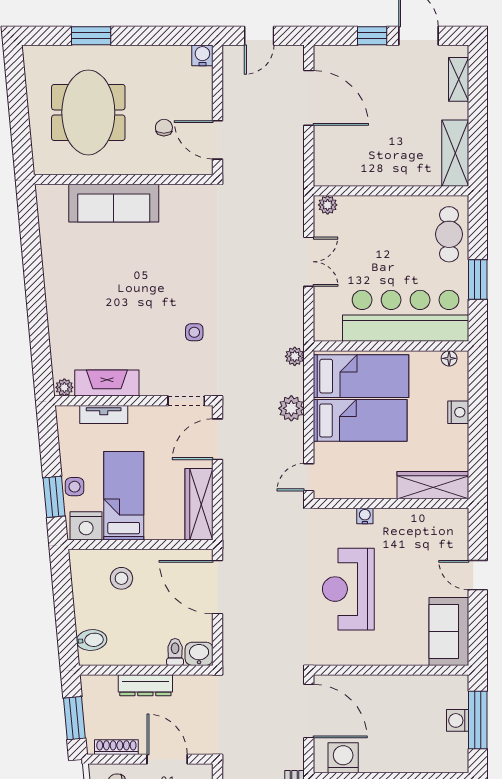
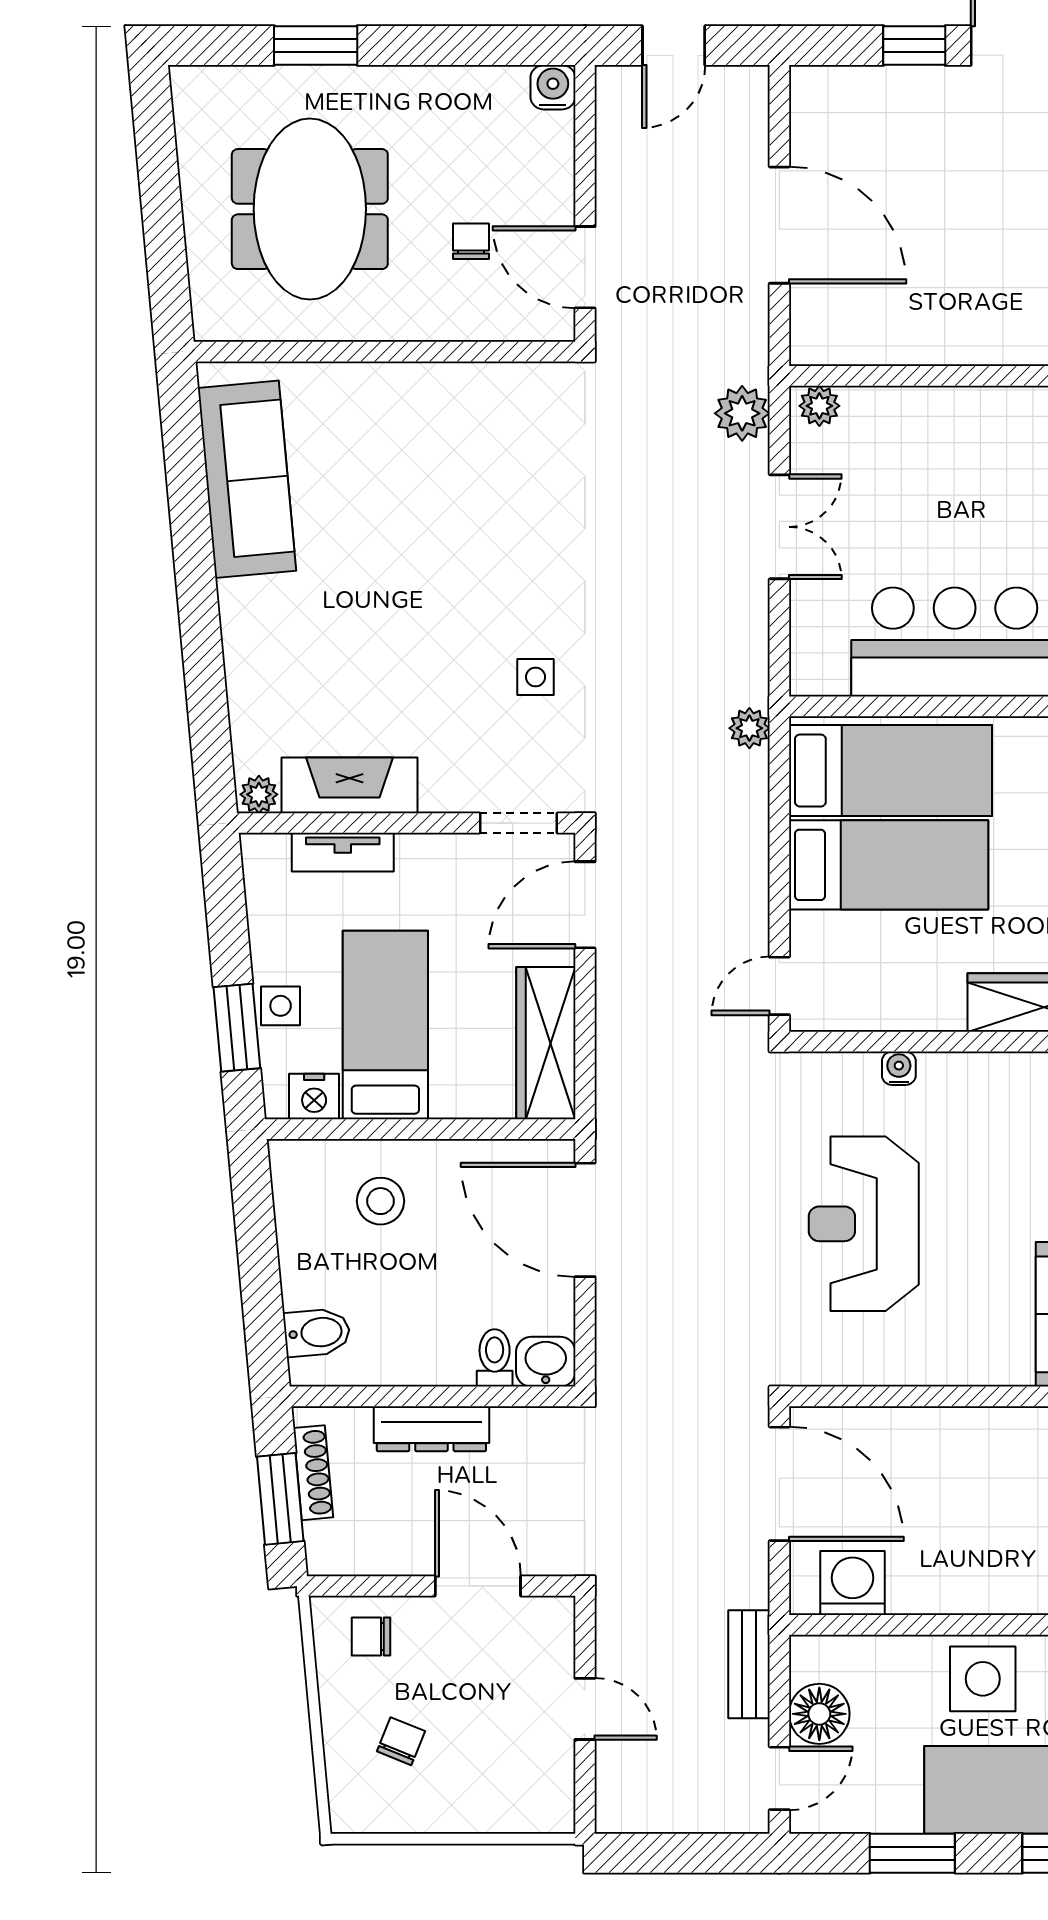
door: (309, 98) -> (779, 225), moved
sofa: (114, 203) -> (247, 479), moved, turned -95
plant: (291, 408) -> (742, 413), moved
nightstand: (86, 526) -> (314, 1097), width x0.74, depth x0.75
shoe rack: (116, 747) -> (313, 1473), moved, turned 85

